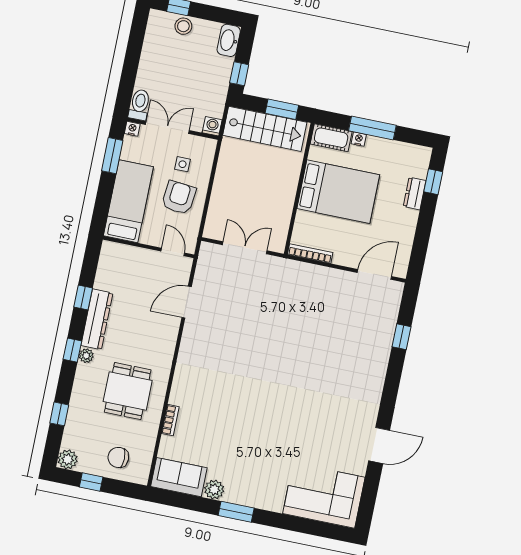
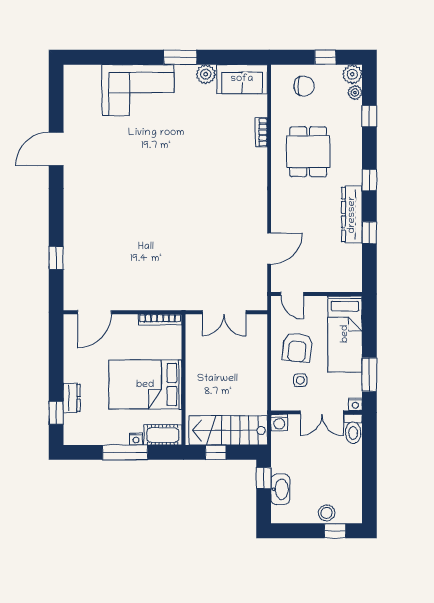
washbasin: (229, 40) -> (280, 489), moved
window: (282, 109) -> (216, 452), width x0.67
plant: (86, 356) -> (355, 93), moved
corner sofa: (324, 495) -> (138, 90), moved

